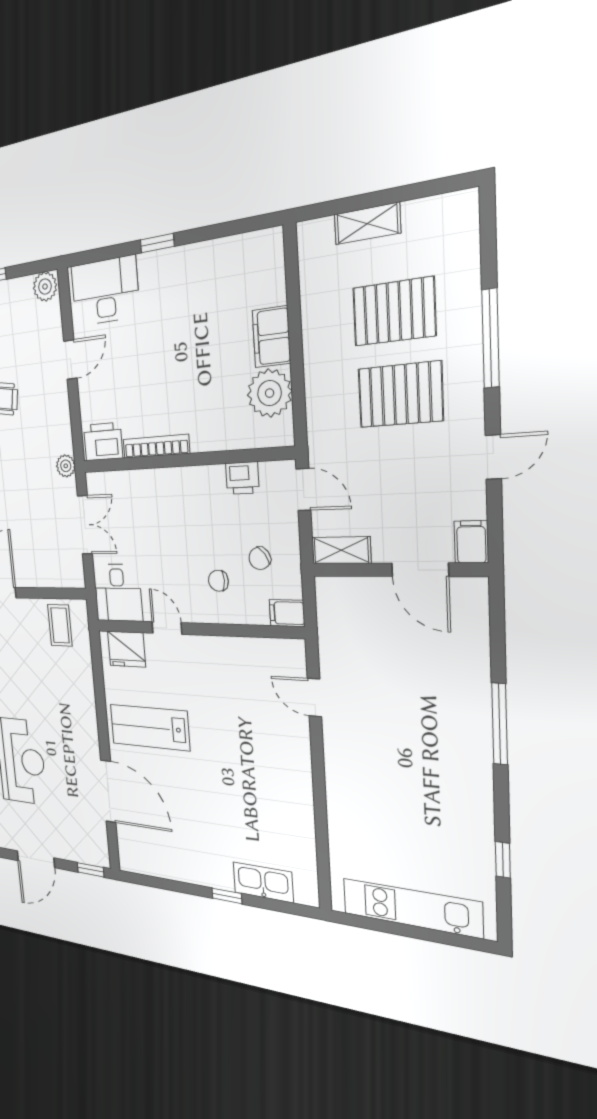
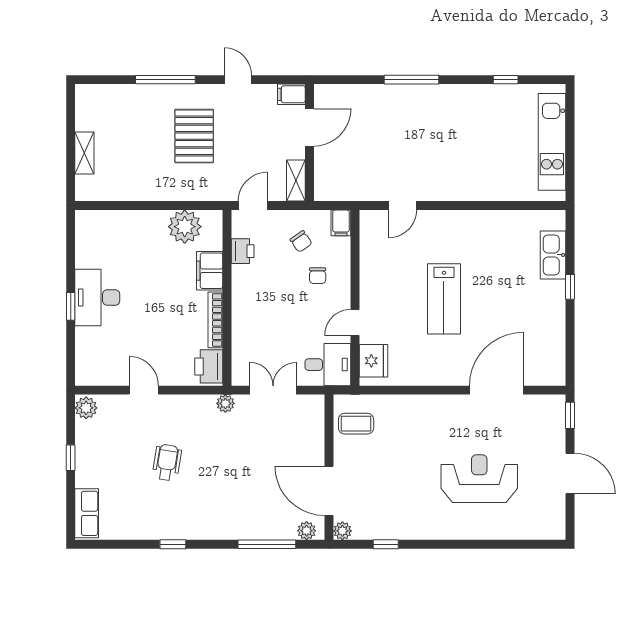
desk: (105, 291) -> (97, 297), moved
pallet: (394, 312) -> (141, 138), removed
filing cabinet: (271, 337) -> (210, 271), moved, turned 90
lab bench: (150, 727) -> (444, 299), moved

